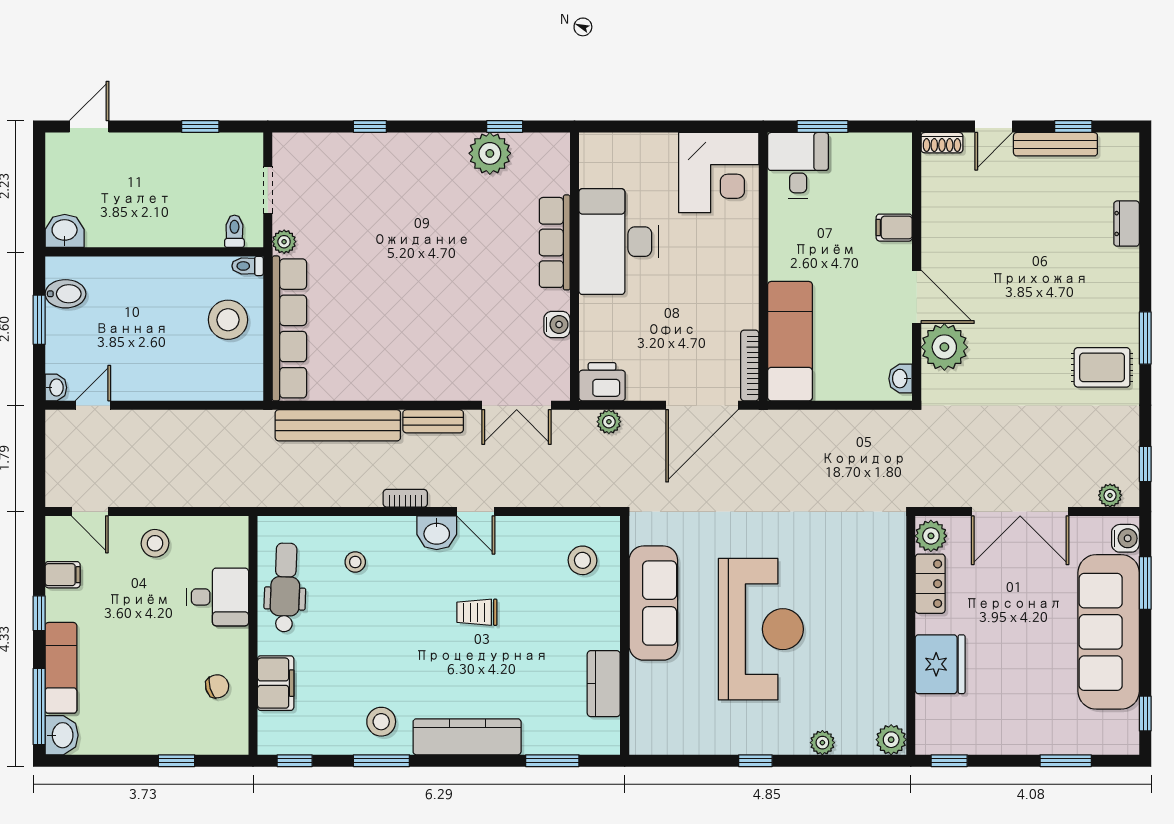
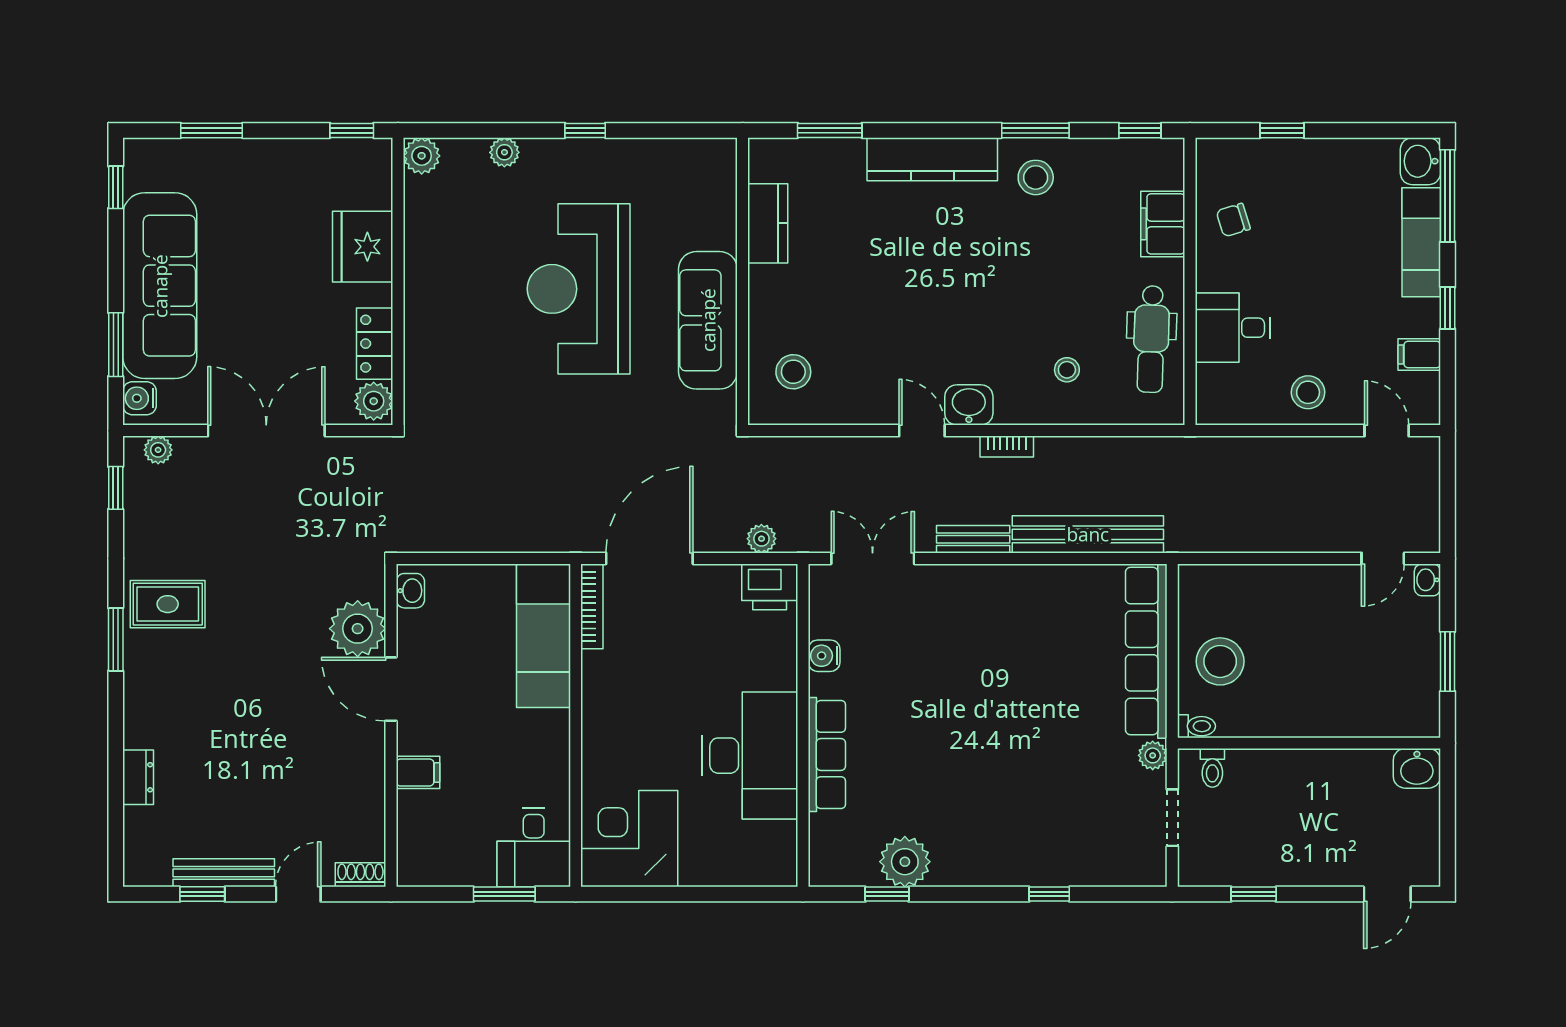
bidet: (65, 294) -> (1416, 693), removed
trolley: (477, 612) -> (920, 309), removed

